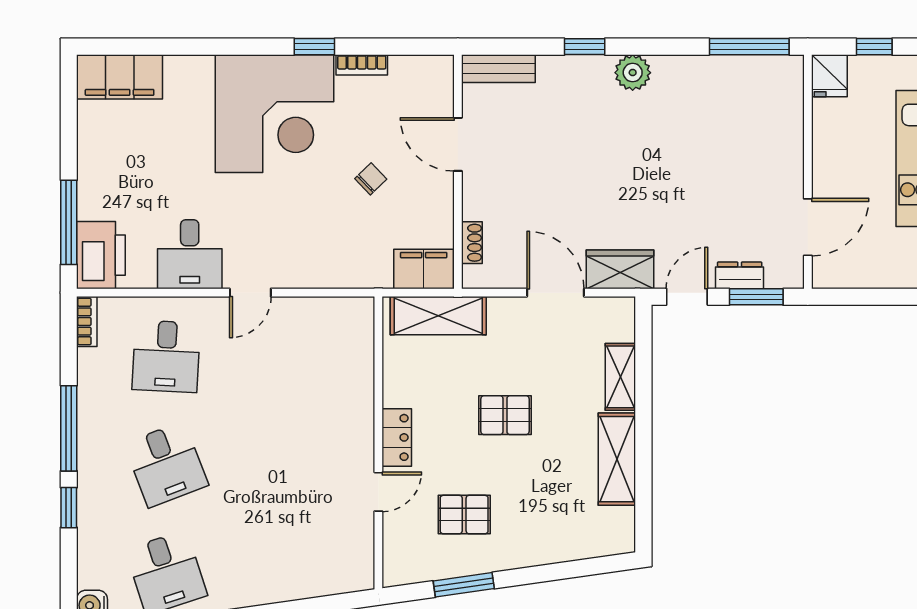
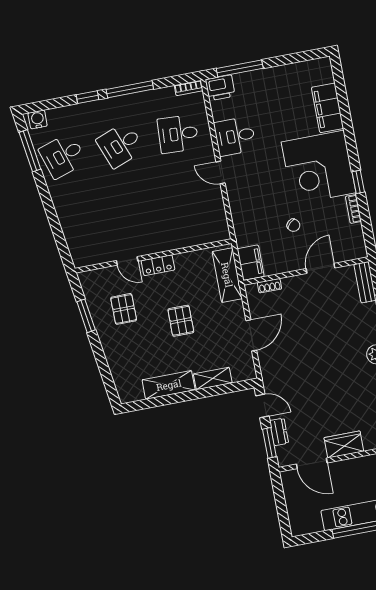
filing cabinet: (120, 77) -> (328, 108), moved
printer: (101, 255) -> (220, 88), width x0.73, depth x0.84
wardrobe: (620, 269) -> (344, 444), moved, turned -90

